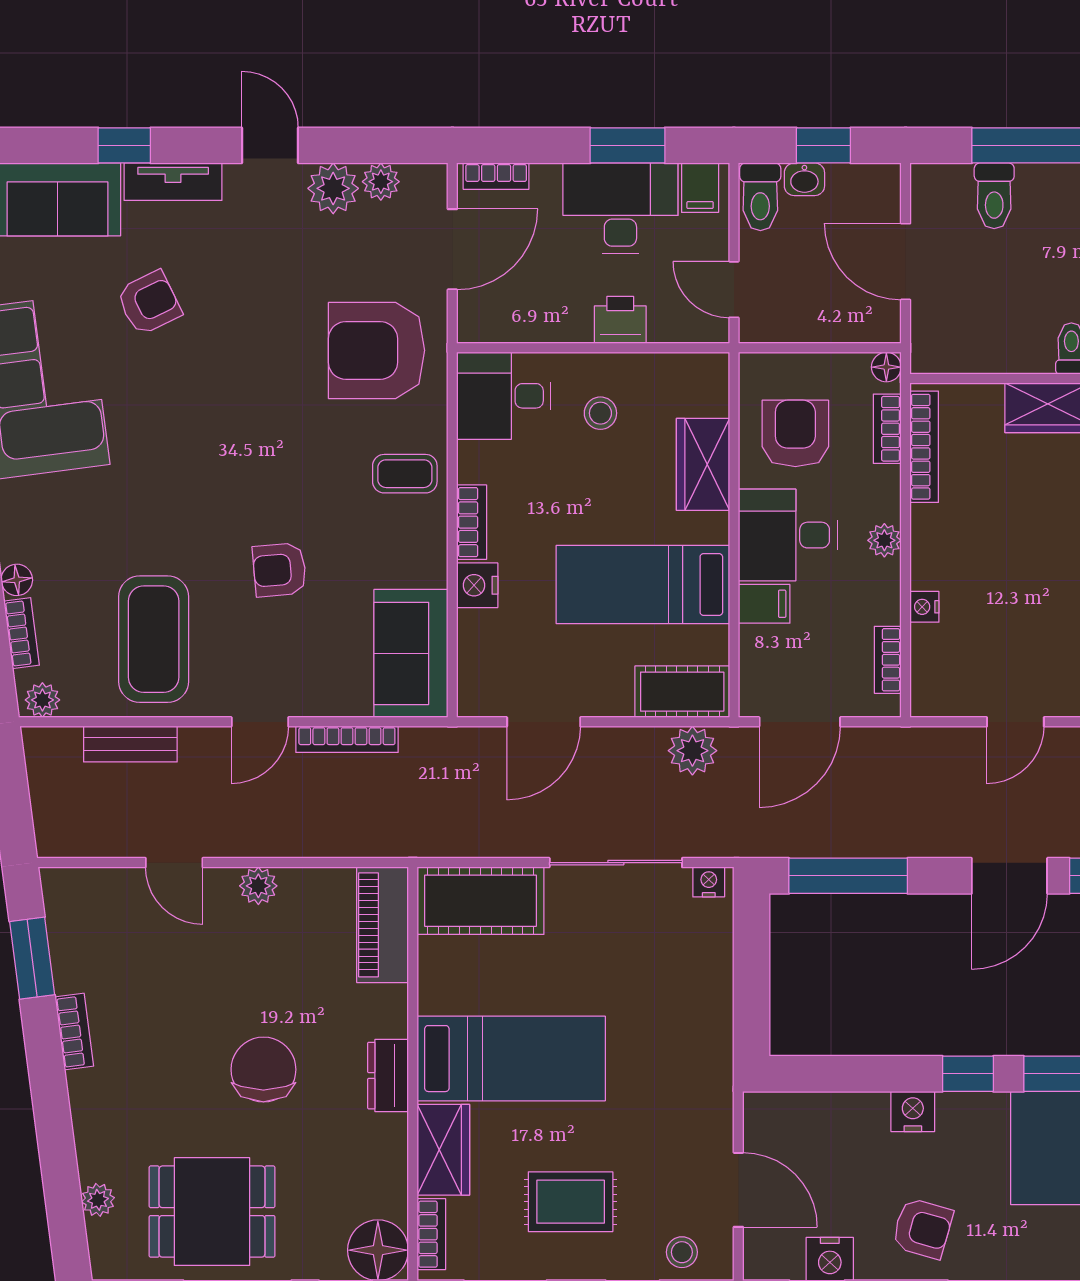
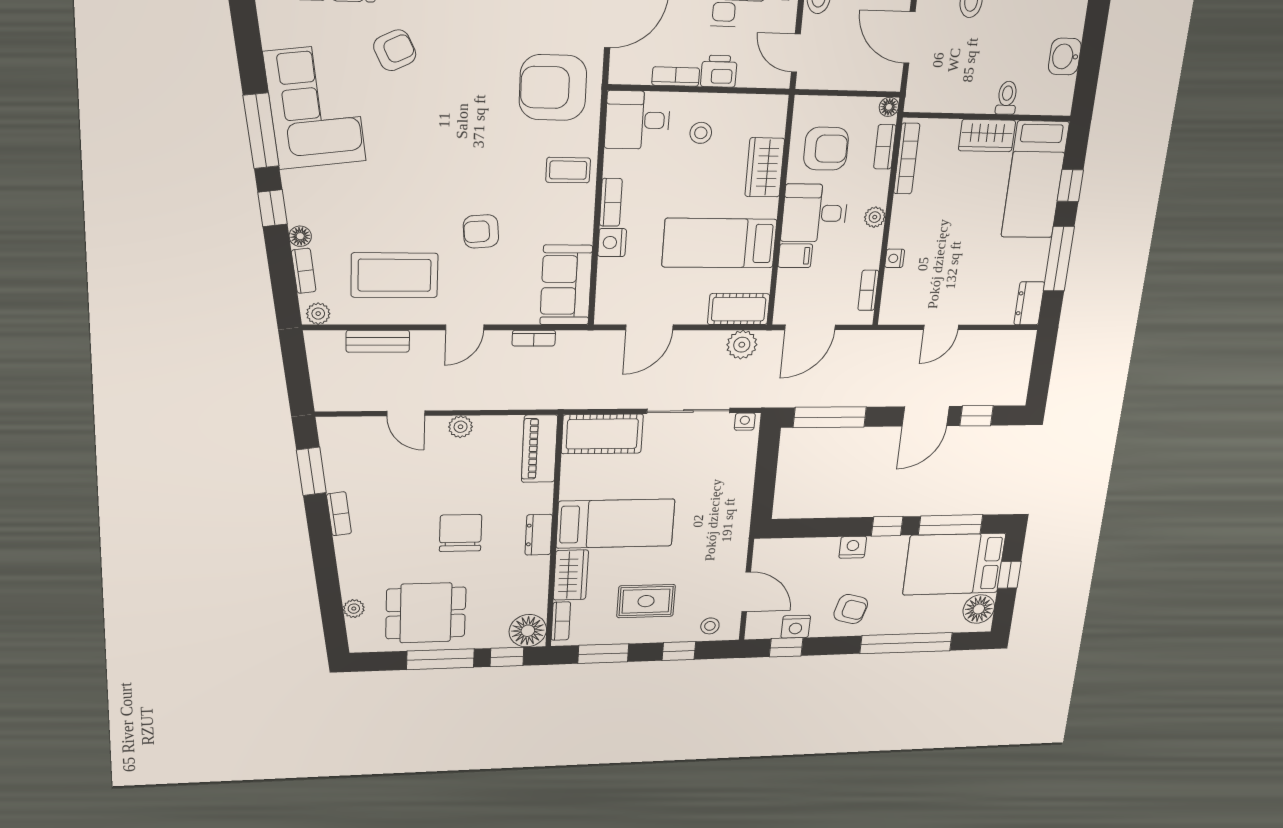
bookcase: (556, 330) -> (676, 77), added
armchair: (795, 433) -> (826, 149), turned 90
coffee table: (154, 639) -> (394, 275), turned 90
bookcase: (347, 739) -> (534, 338), width x0.64

